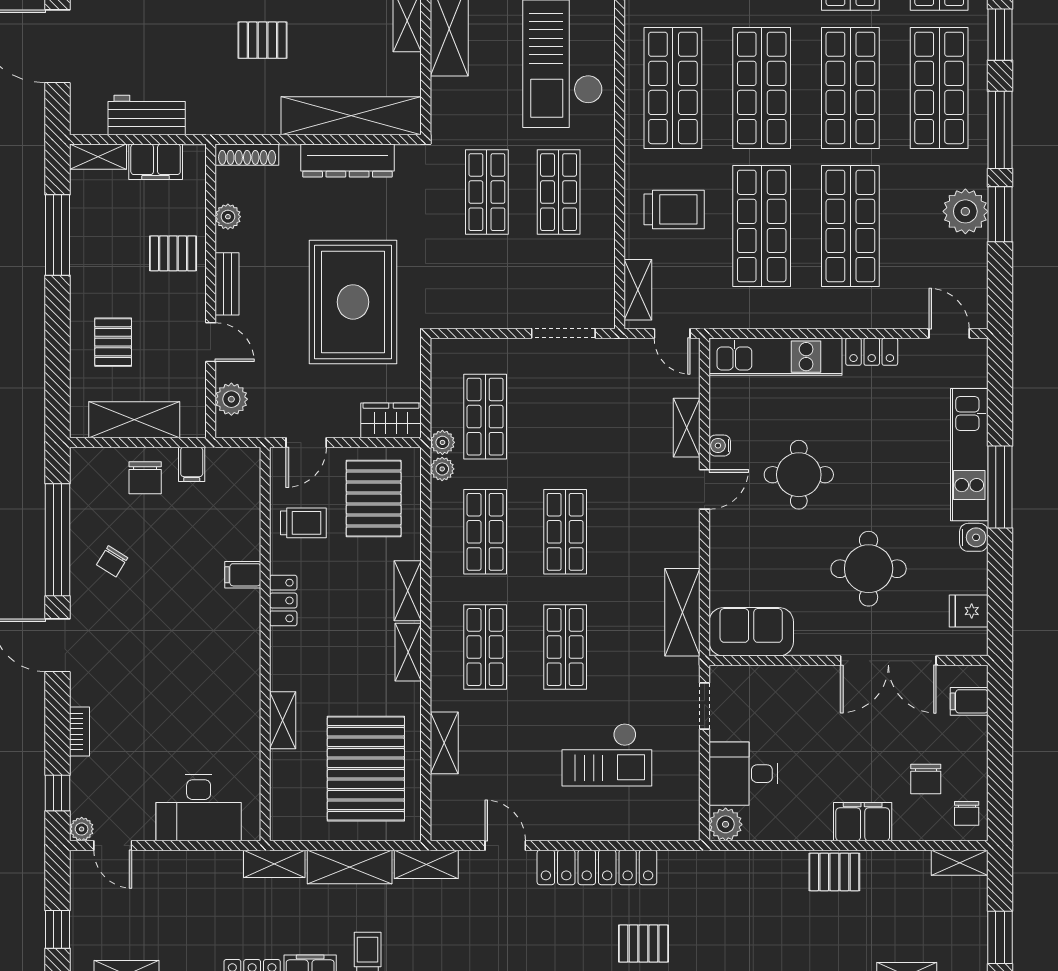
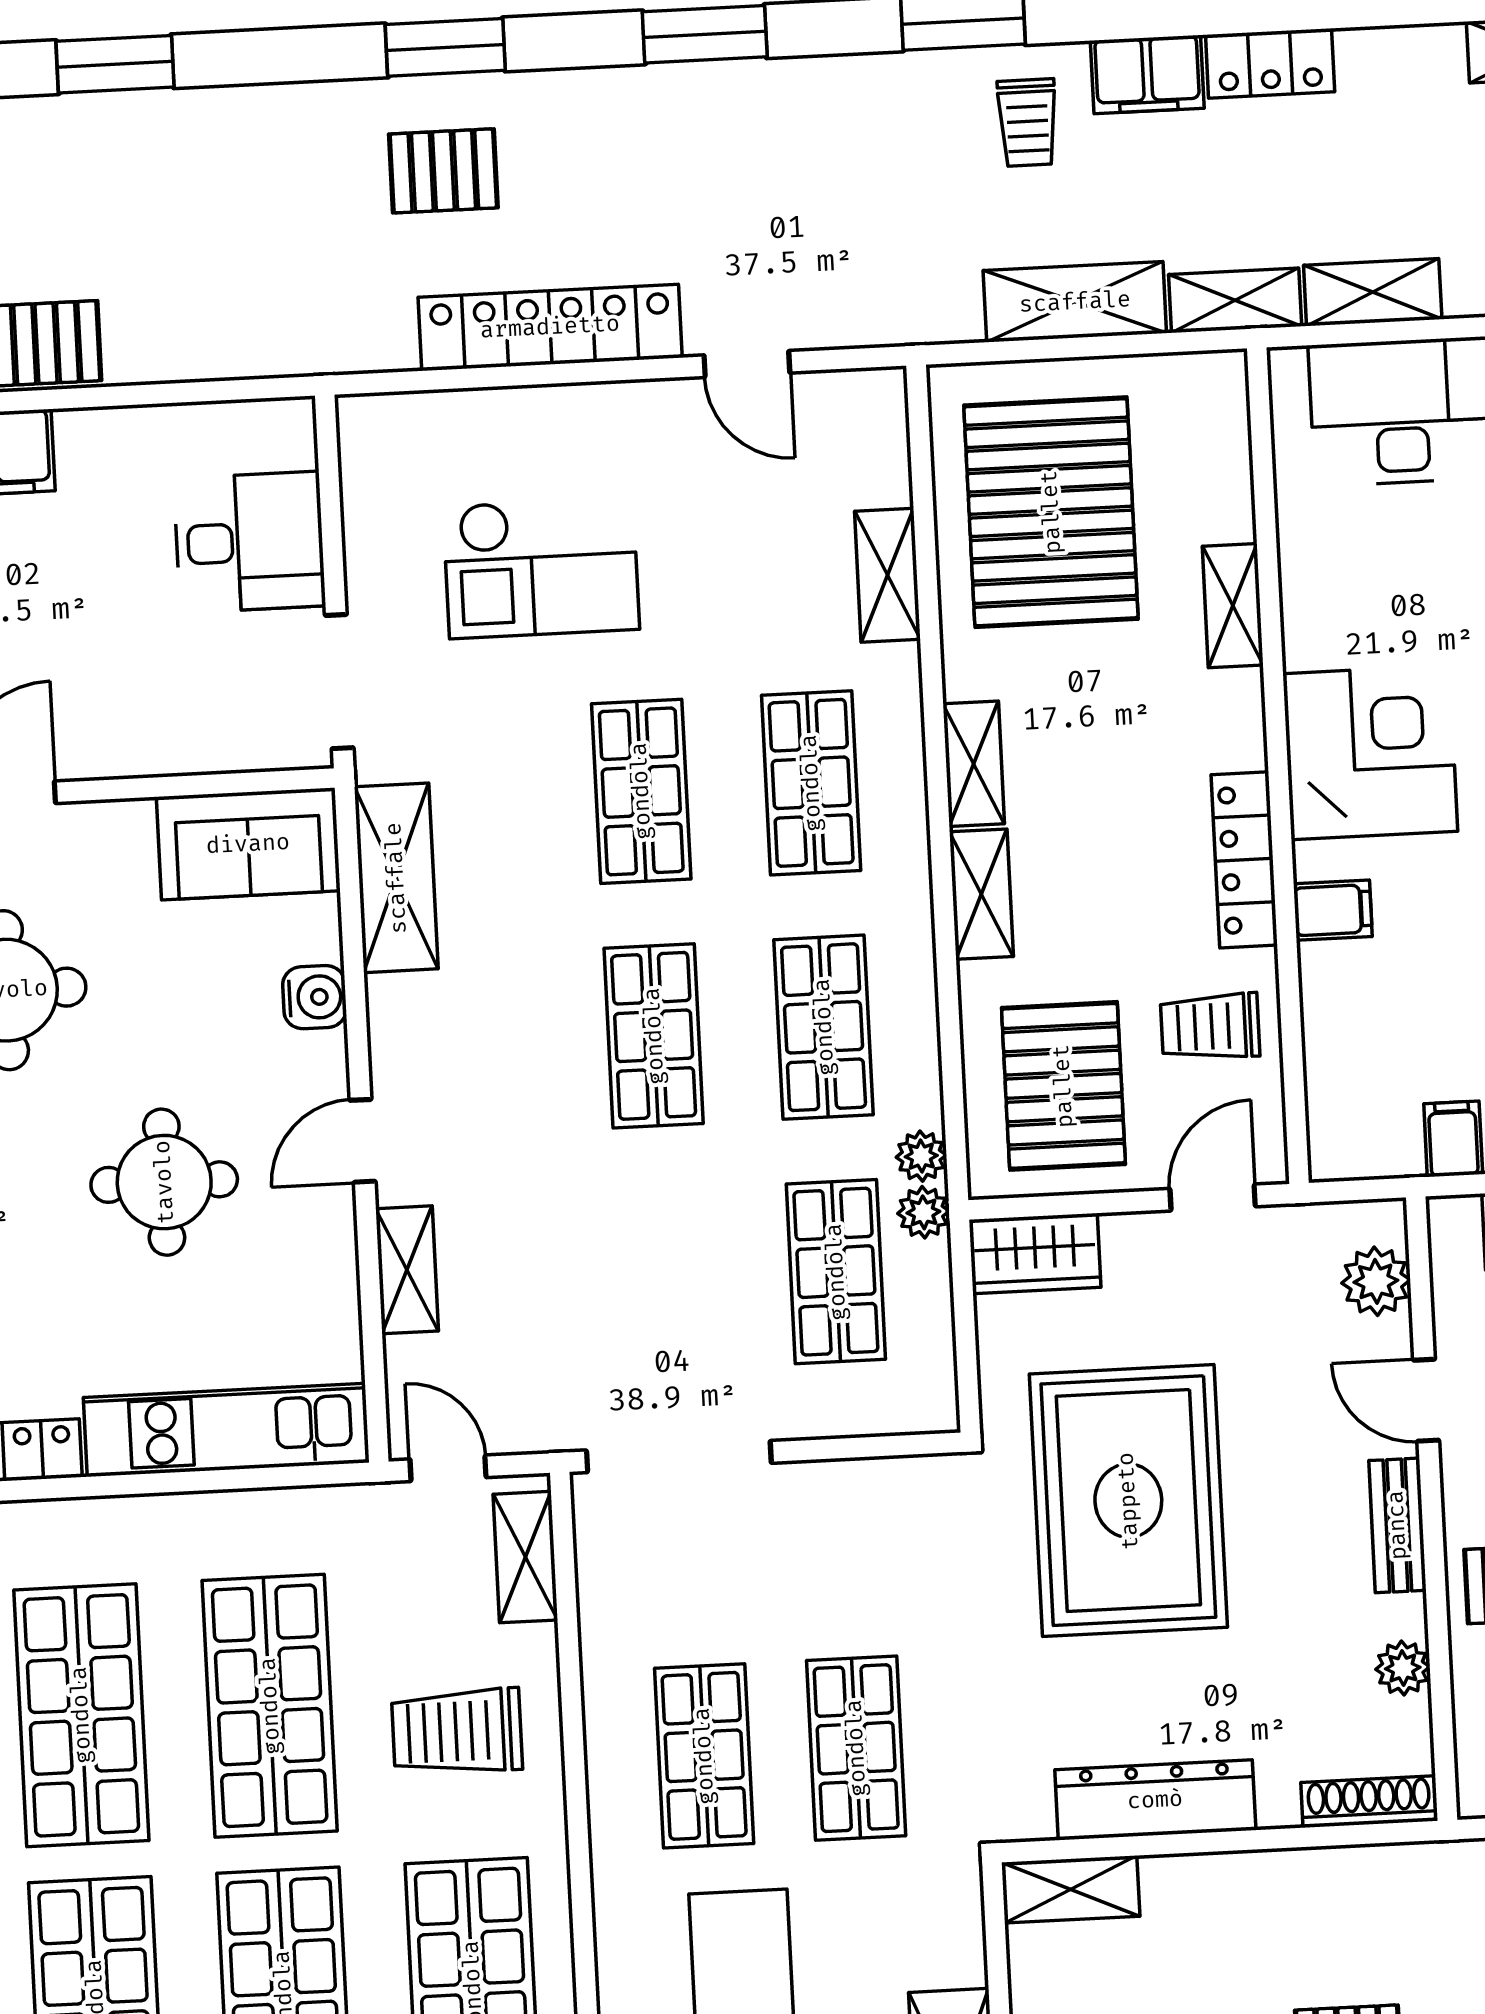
shelving: (351, 116) -> (1071, 1889), width x0.45, depth x0.75
doorway: (563, 333) -> (679, 1457), width x1.36
water cooler: (720, 446) -> (314, 997), moved, width x1.38, depth x1.38
locker: (283, 600) -> (1244, 860), width x1.53
corner desk: (221, 648) -> (1370, 753), added
doorway: (705, 706) -> (339, 682), width x1.38
checkout: (607, 755) -> (541, 567), turned 180
plant: (726, 824) -> (282, 433), removed
shelving: (426, 864) -> (1373, 292), moved

